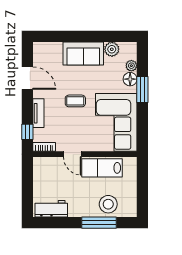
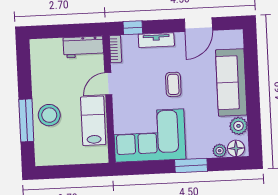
sofa: (83, 54) -> (231, 82), width x1.36
floor lamp: (130, 79) -> (236, 148), moved
stool: (108, 204) -> (49, 115), moved
workbench: (51, 209) -> (83, 47), moved, turned 90

